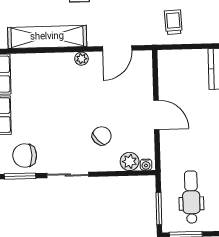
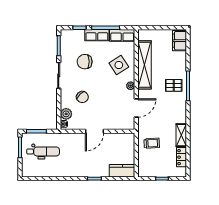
door: (117, 48) -> (136, 108), swing flipped
side table: (49, 78) -> (119, 65), added
chair: (25, 156) -> (85, 62), moved, turned -90

